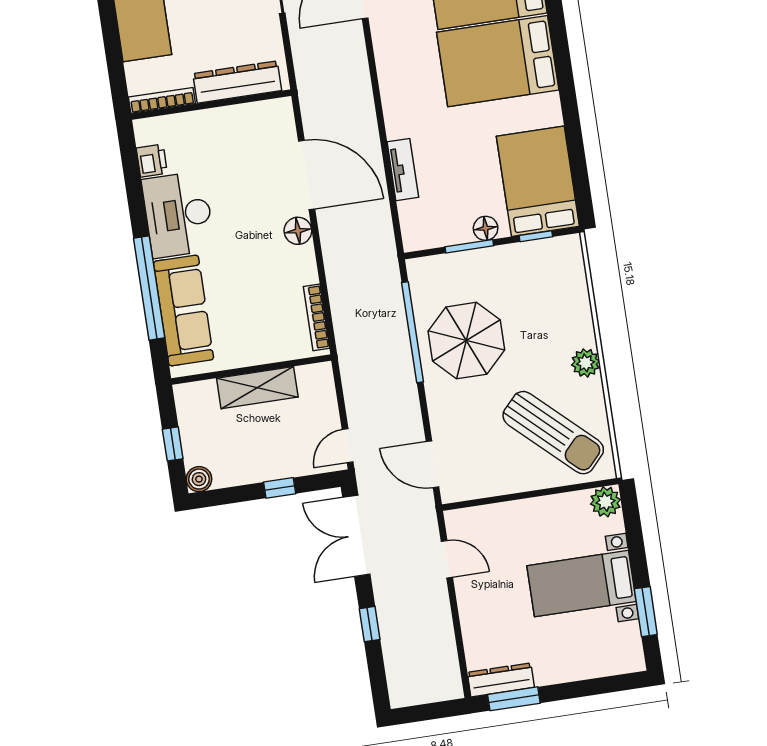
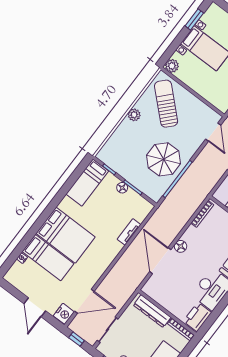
printer: (152, 161) -> (197, 317), width x1.87, depth x1.48
bed: (538, 181) -> (87, 183), width x0.67

